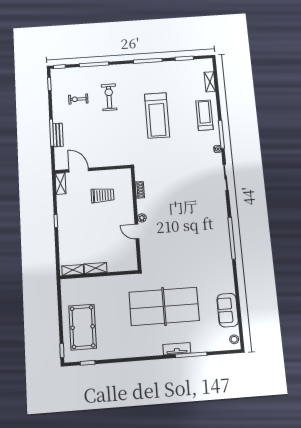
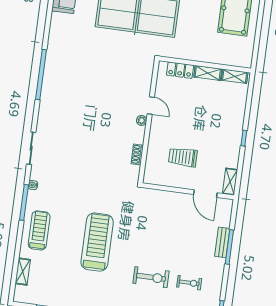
exercise bike: (109, 97) -> (151, 277), turned -90
treadmill: (204, 115) -> (39, 230), turned 180
locker: (119, 266) -> (180, 70), added

